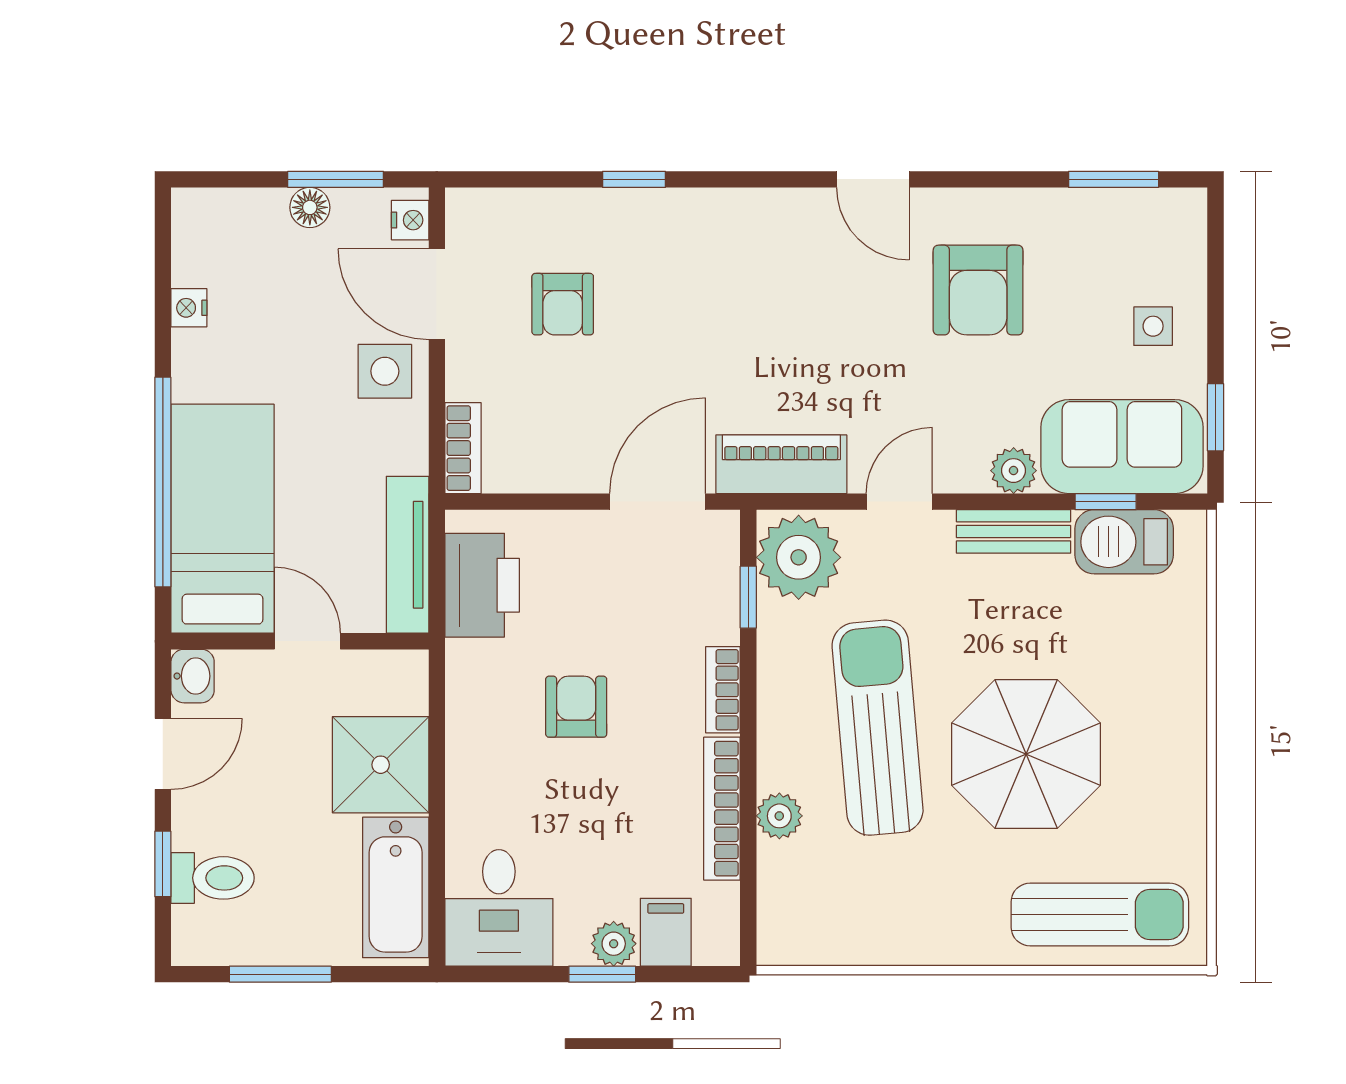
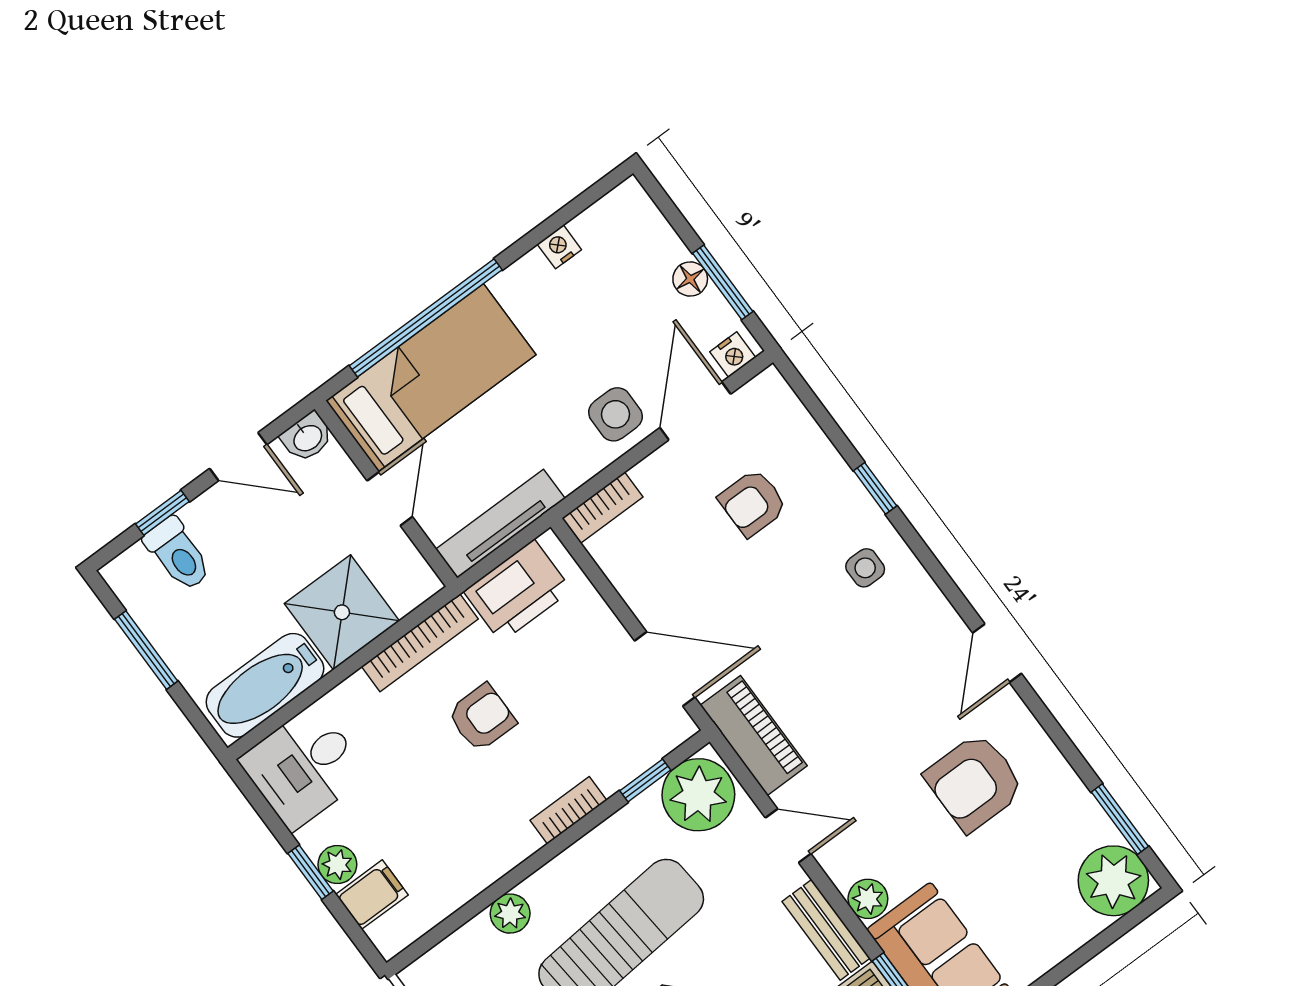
plant: (1167, 228) -> (1113, 881), added
side table: (1153, 326) -> (865, 568), moved
bookcase: (722, 809) -> (420, 643), moved, turned 180

